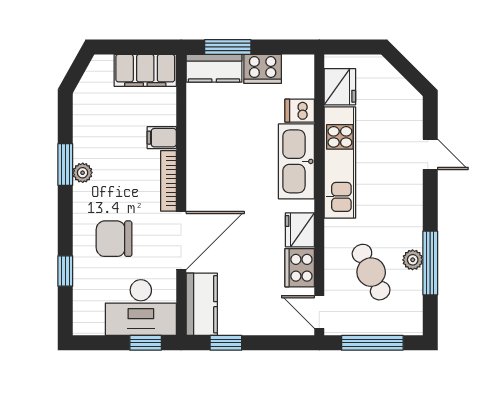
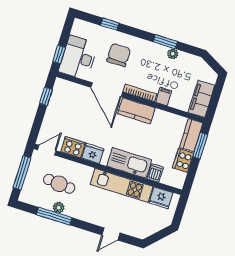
plant: (83, 173) -> (173, 54), moved
cafe table: (371, 272) -> (59, 184), turned 31
kitchen counter: (202, 304) -> (136, 111), moved

